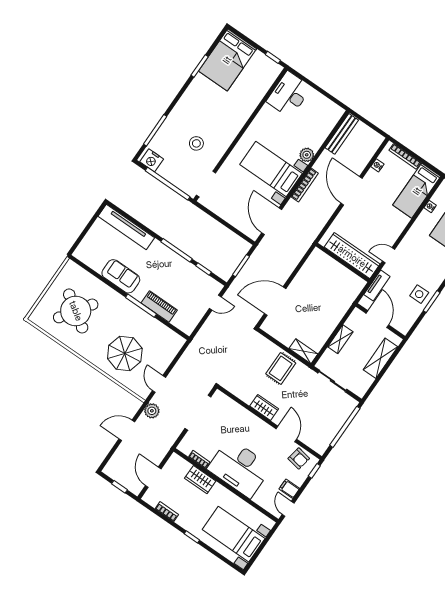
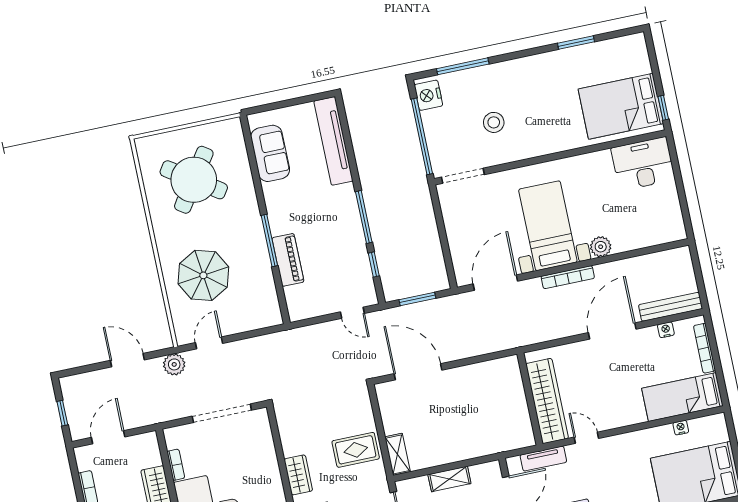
bed: (227, 60) -> (621, 106), moved
bench: (342, 134) -> (670, 307), moved
sofa: (121, 276) -> (270, 153), moved

